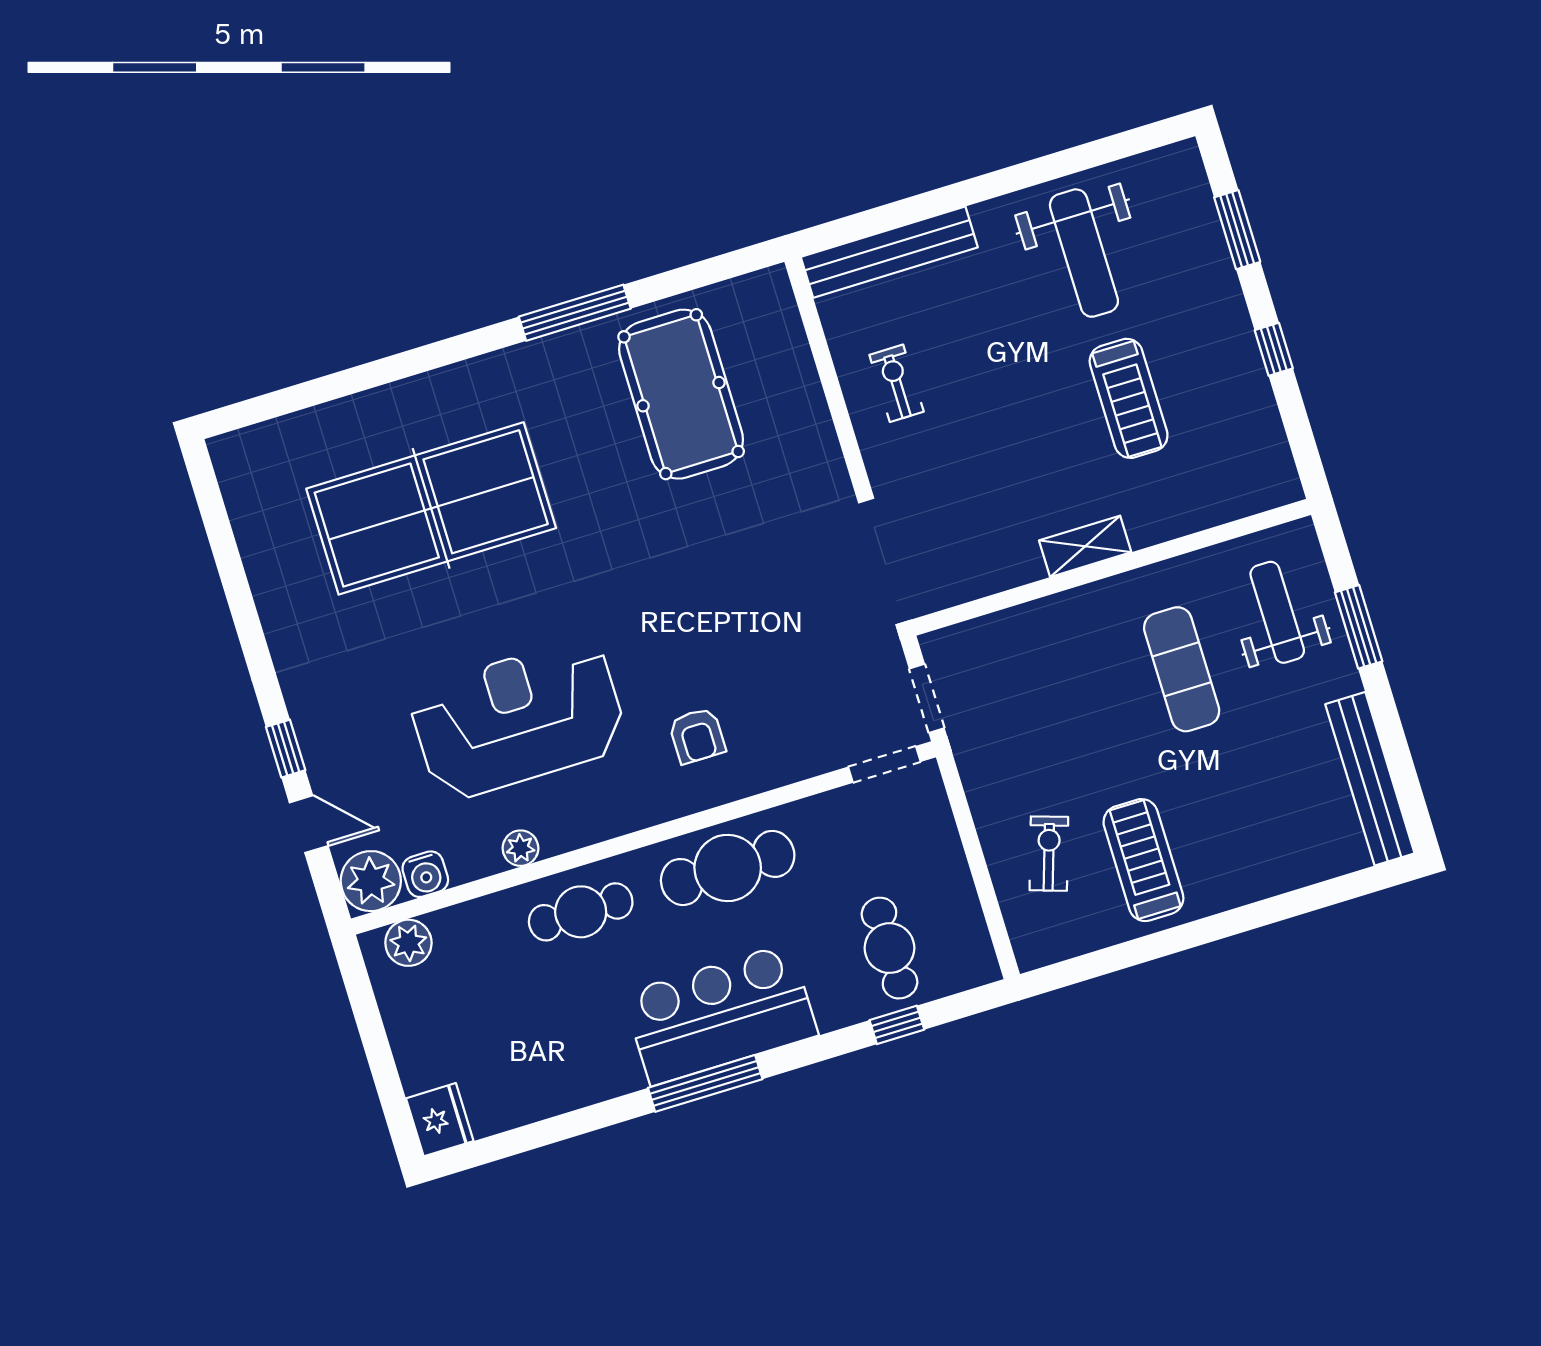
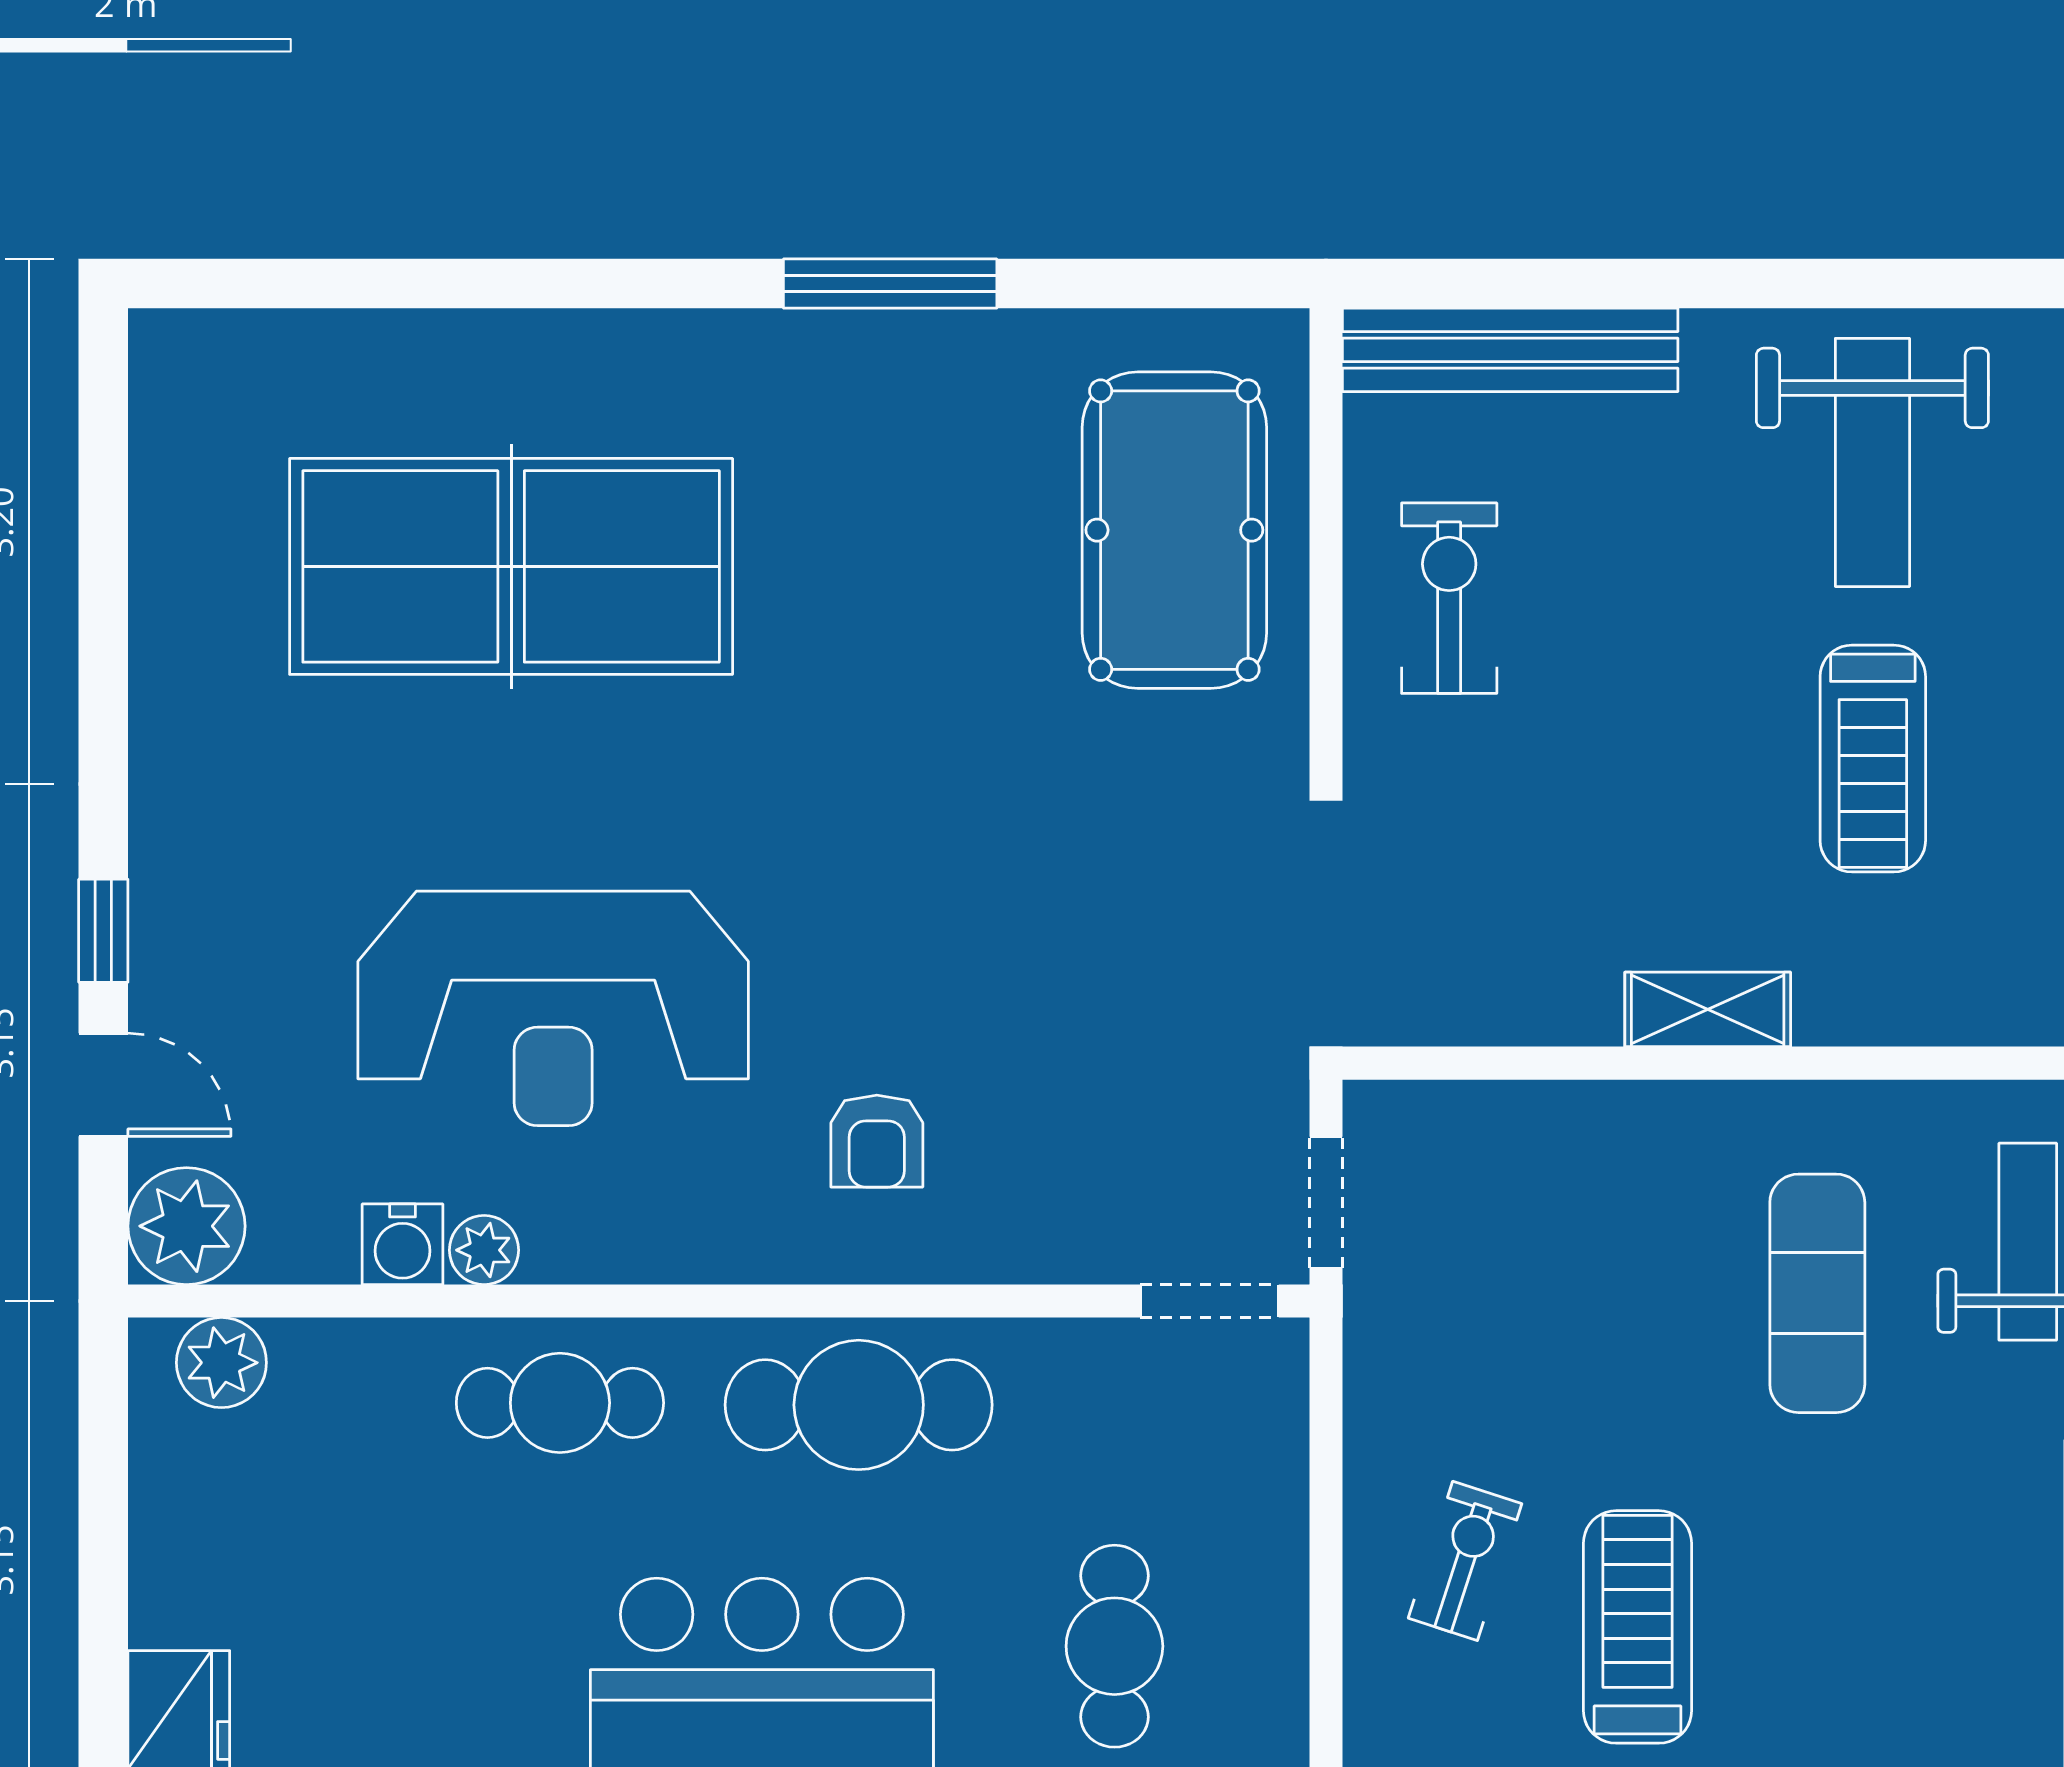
exercise bike: (897, 383) -> (1449, 598), width x1.38, depth x1.39
pool table: (681, 394) -> (1174, 530), moved
reception desk: (518, 719) -> (553, 1008), turned 180
water cooler: (425, 874) -> (403, 1244), moved

